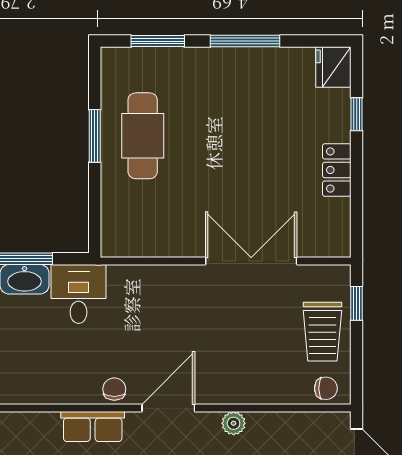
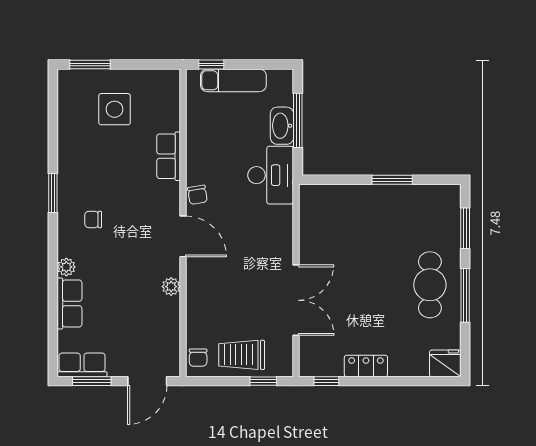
window: (357, 114) -> (326, 381), moved
cafe table: (143, 136) -> (430, 285), moved, turned 90
desk: (79, 294) -> (271, 175), width x1.37
chair: (114, 389) -> (197, 195), turned 81
row of seats: (93, 427) -> (169, 156), moved

